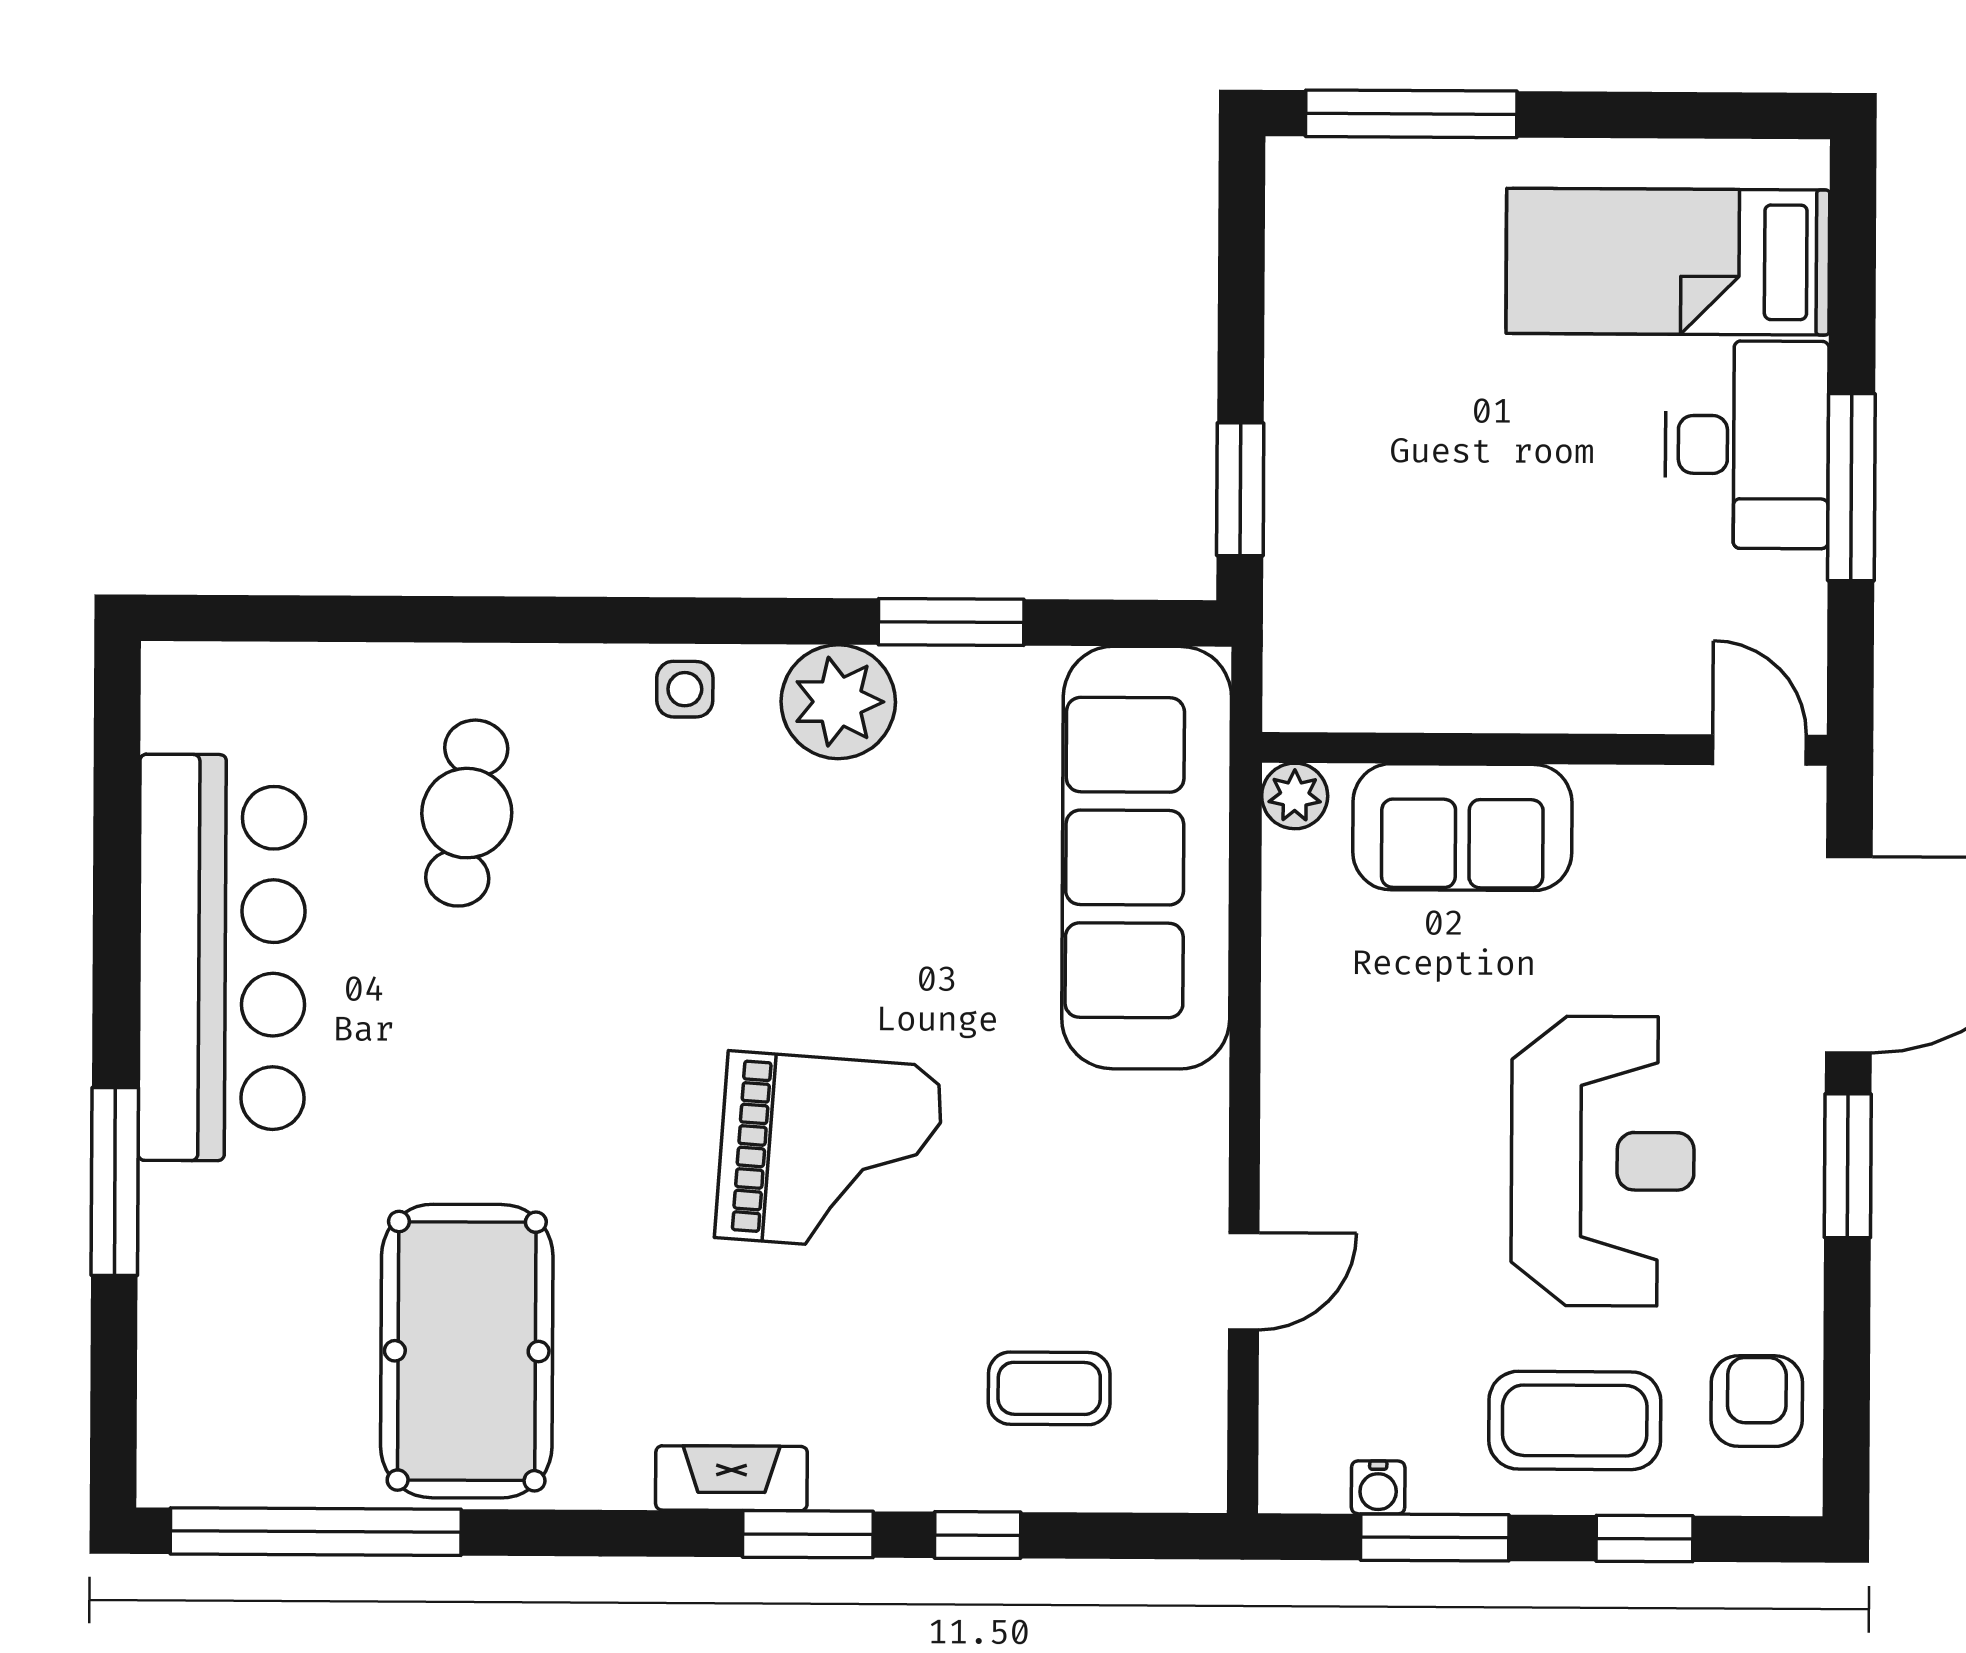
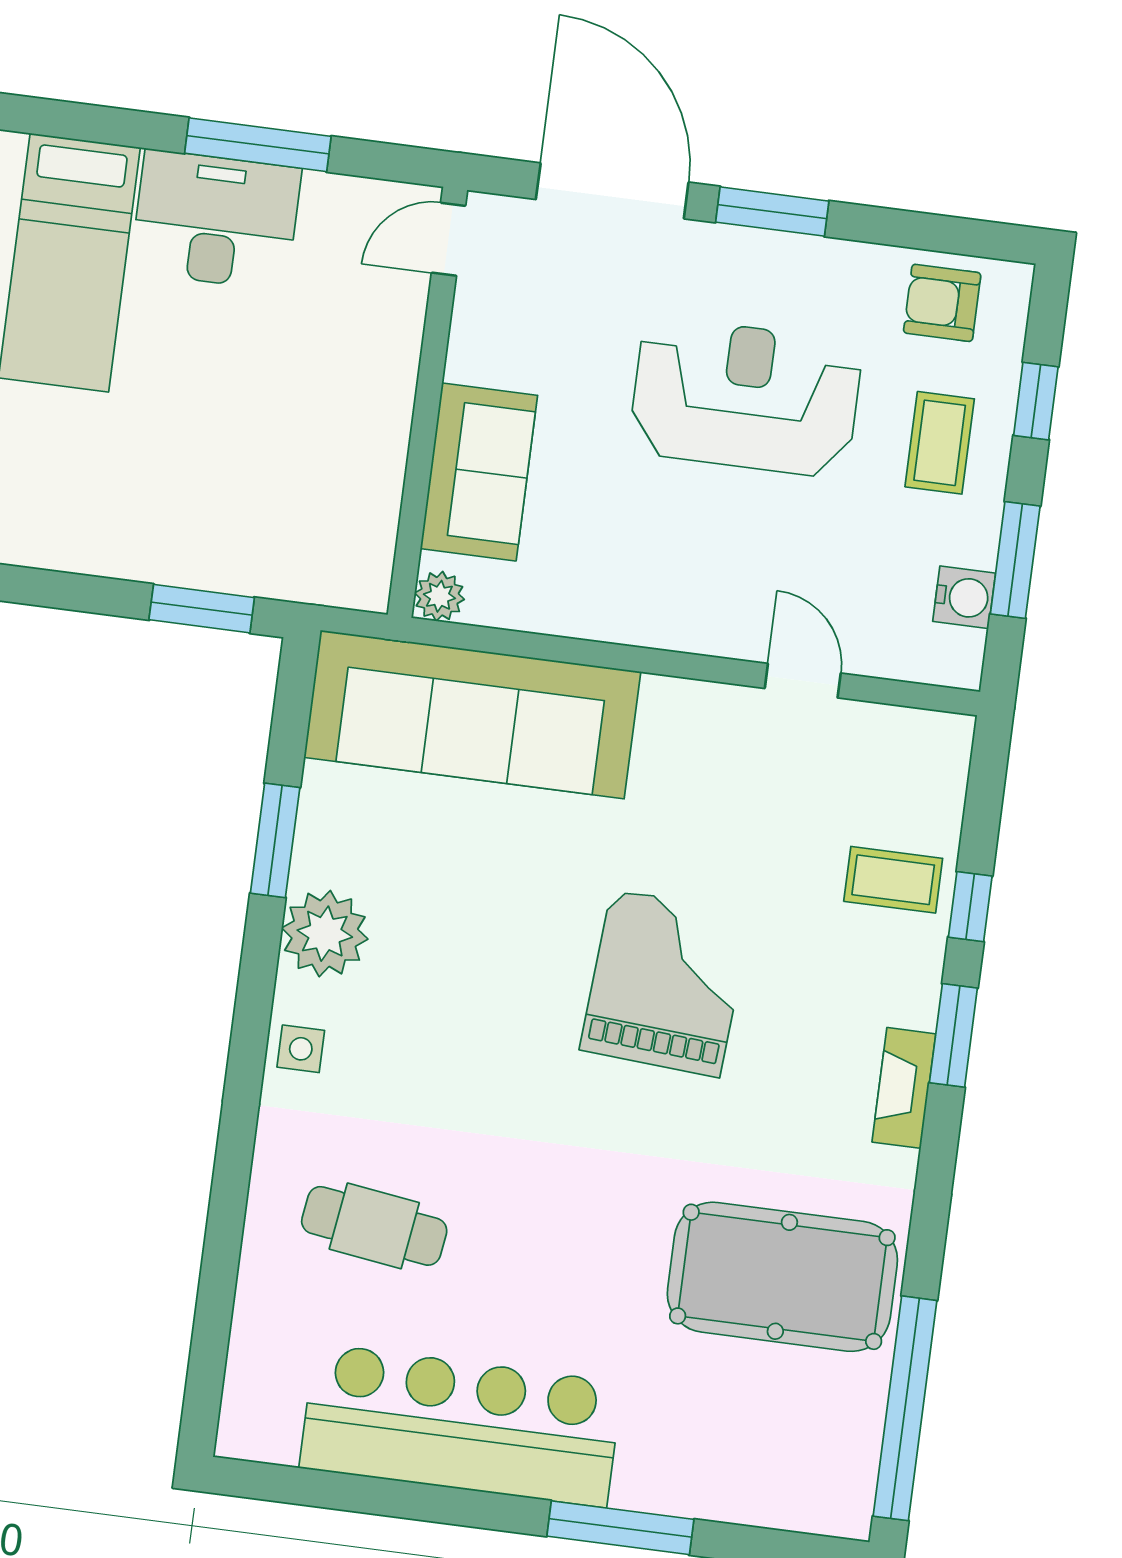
coffee table: (1049, 1388) -> (893, 880), moved, turned 90
coffee table: (1575, 1420) -> (940, 443), width x0.73, depth x0.77
water cooler: (1378, 1487) -> (964, 597), width x1.38, depth x1.38

